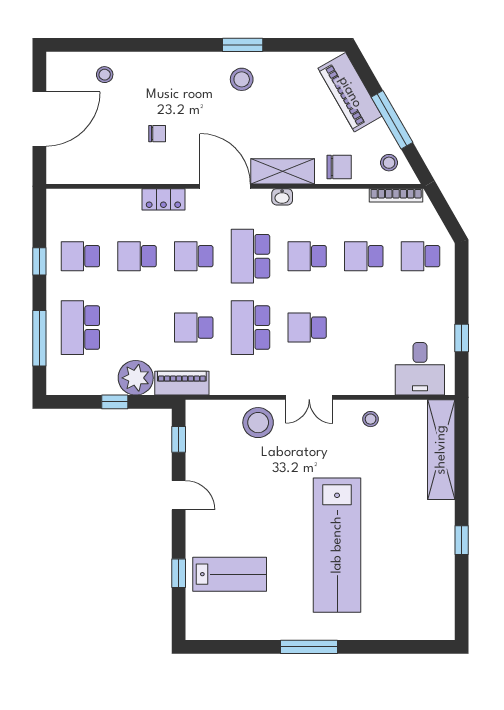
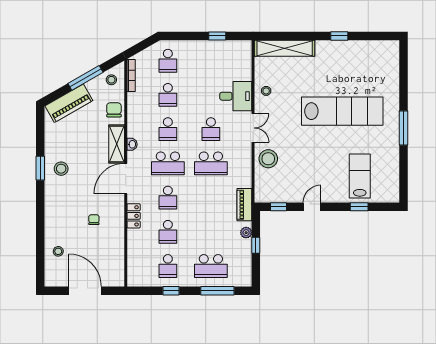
school desk: (194, 328) -> (211, 198), removed
desk: (420, 369) -> (236, 96), moved
plant: (136, 378) -> (246, 233), width x0.53, depth x0.53

